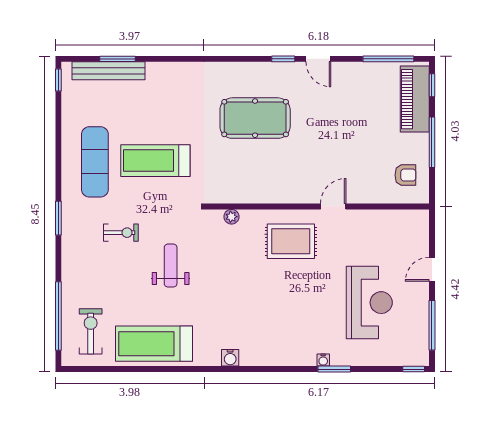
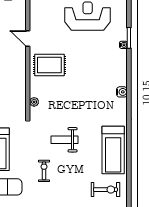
rug: (291, 241) -> (49, 65), turned 90
exercise bike: (91, 331) -> (105, 190), turned 180
water cooler: (230, 358) -> (122, 92), moved

